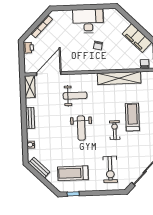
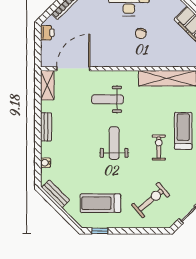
weight bench: (75, 96) -> (107, 99), turned 180
weight bench: (81, 128) -> (114, 143), turned 180
exercise bike: (110, 169) -> (151, 200), turned -130

